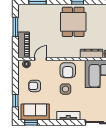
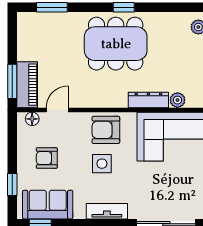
dining table: (73, 22) -> (116, 44), width x1.37
window: (15, 27) -> (12, 81), moved
armchair: (68, 70) -> (106, 130), turned 90

